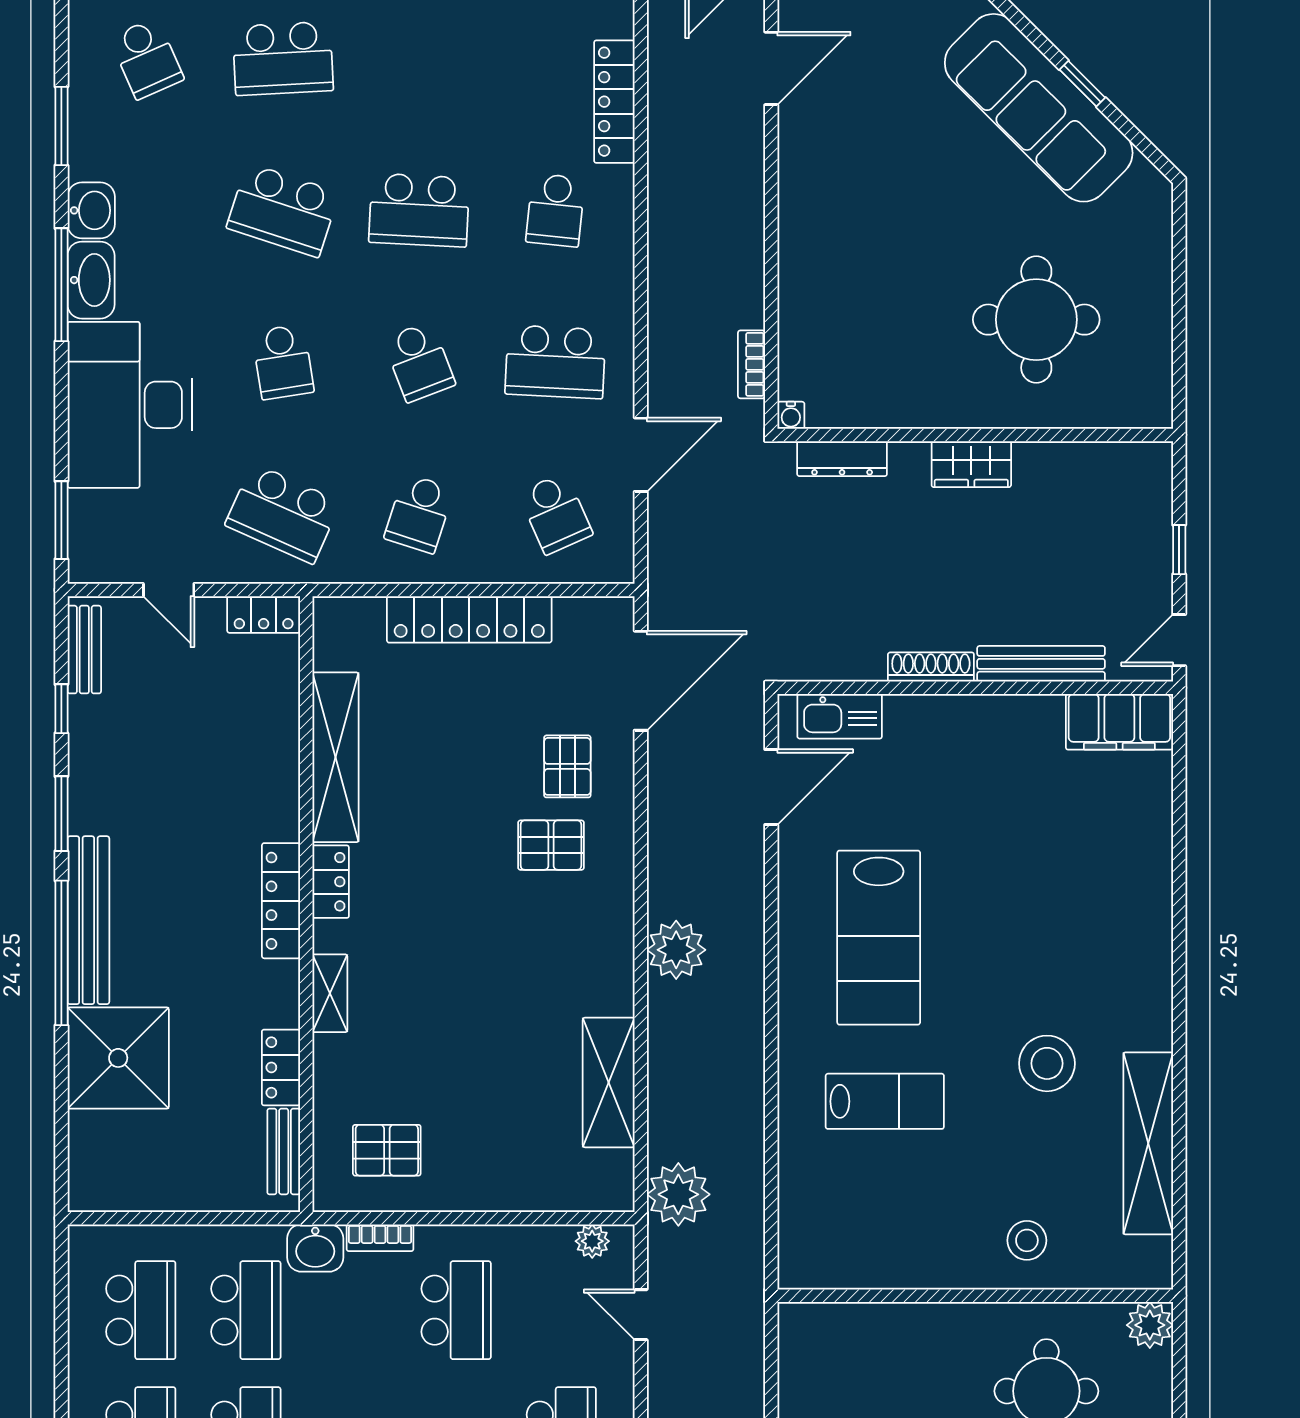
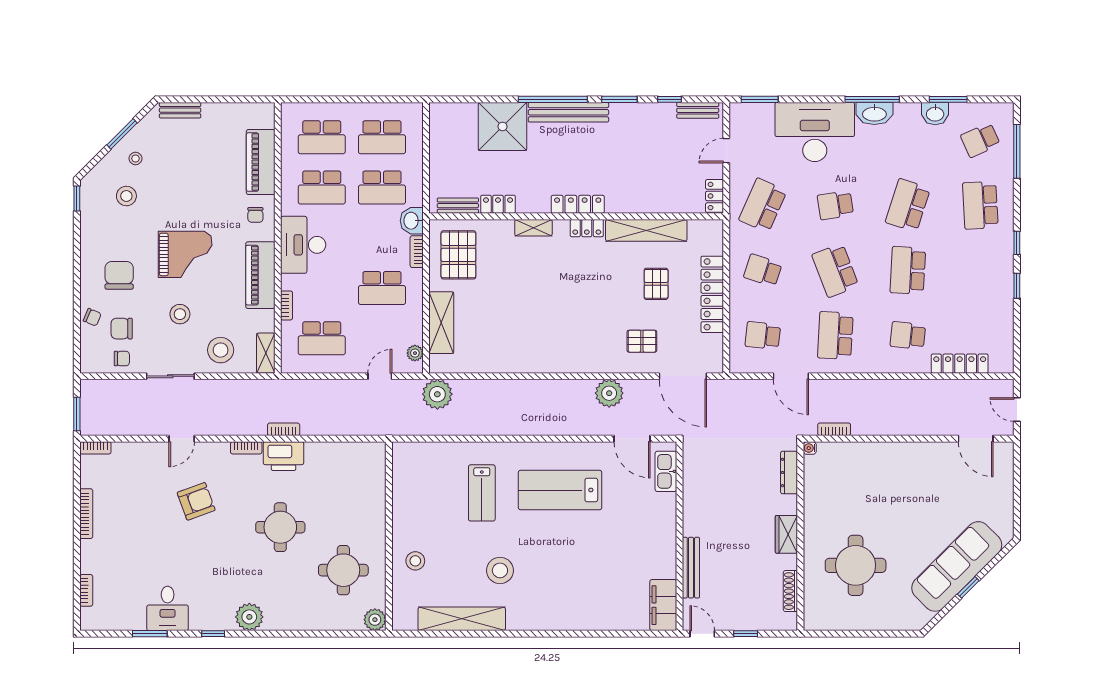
washbasin: (91, 210) -> (935, 114), moved
school desk: (419, 362) -> (835, 270), width x1.85
school desk: (555, 514) -> (763, 335), turned 30
shoe rack: (931, 667) -> (790, 591), moved, turned 180
pallet: (551, 845) -> (656, 284), moved
plant: (676, 950) -> (609, 393), moved
shelving: (609, 1082) -> (441, 323), moved, turned 90
pallet: (387, 1150) -> (458, 255), width x1.50, depth x1.42

